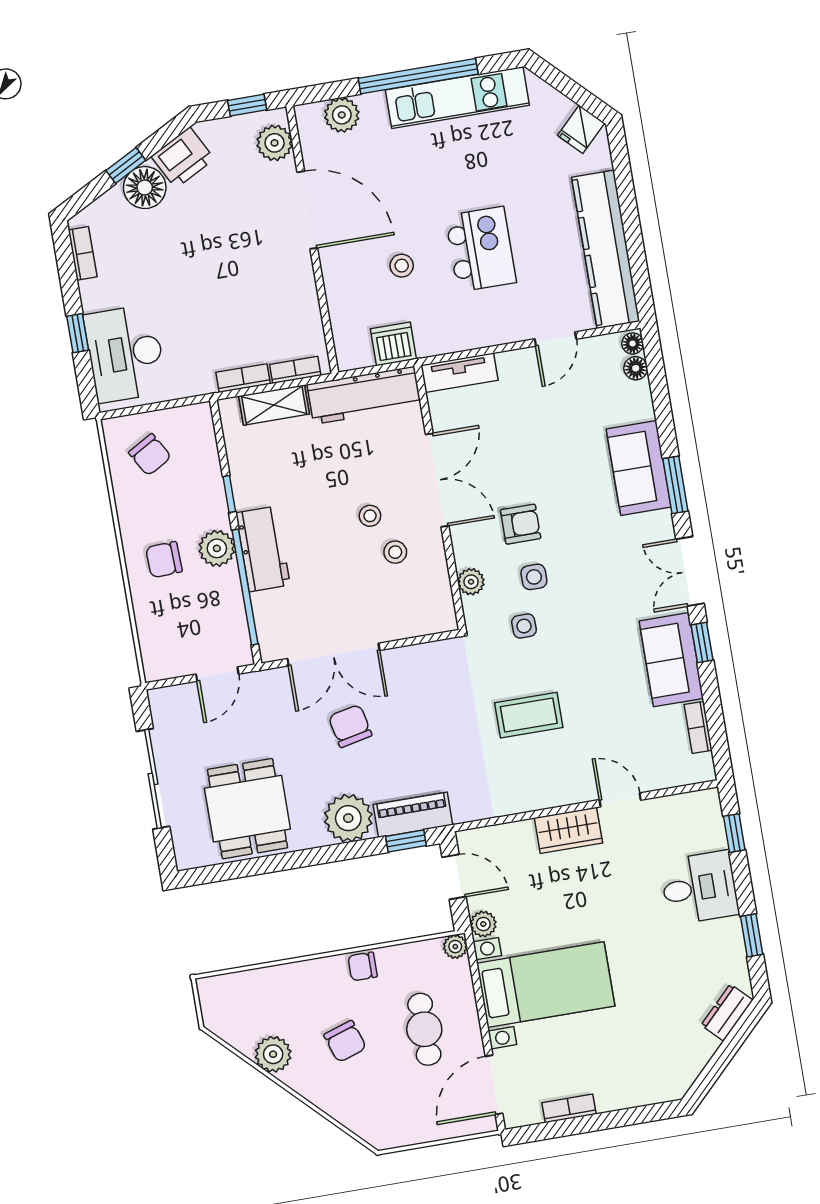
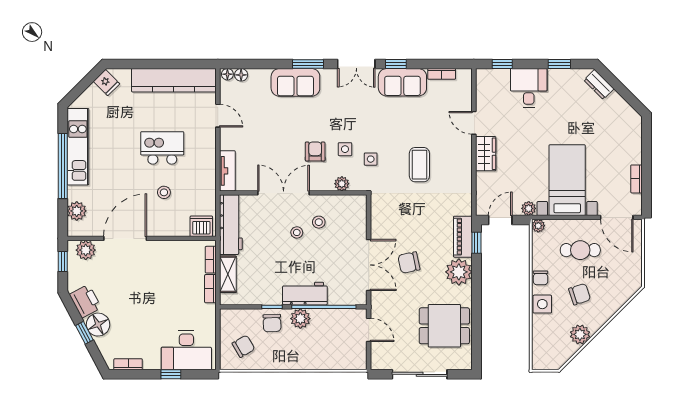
dishwasher: (393, 344) -> (201, 226), moved, turned 90
chair: (164, 560) -> (272, 323), moved
door: (620, 800) -> (474, 123), hinge flipped
side table: (316, 978) -> (542, 304), added

